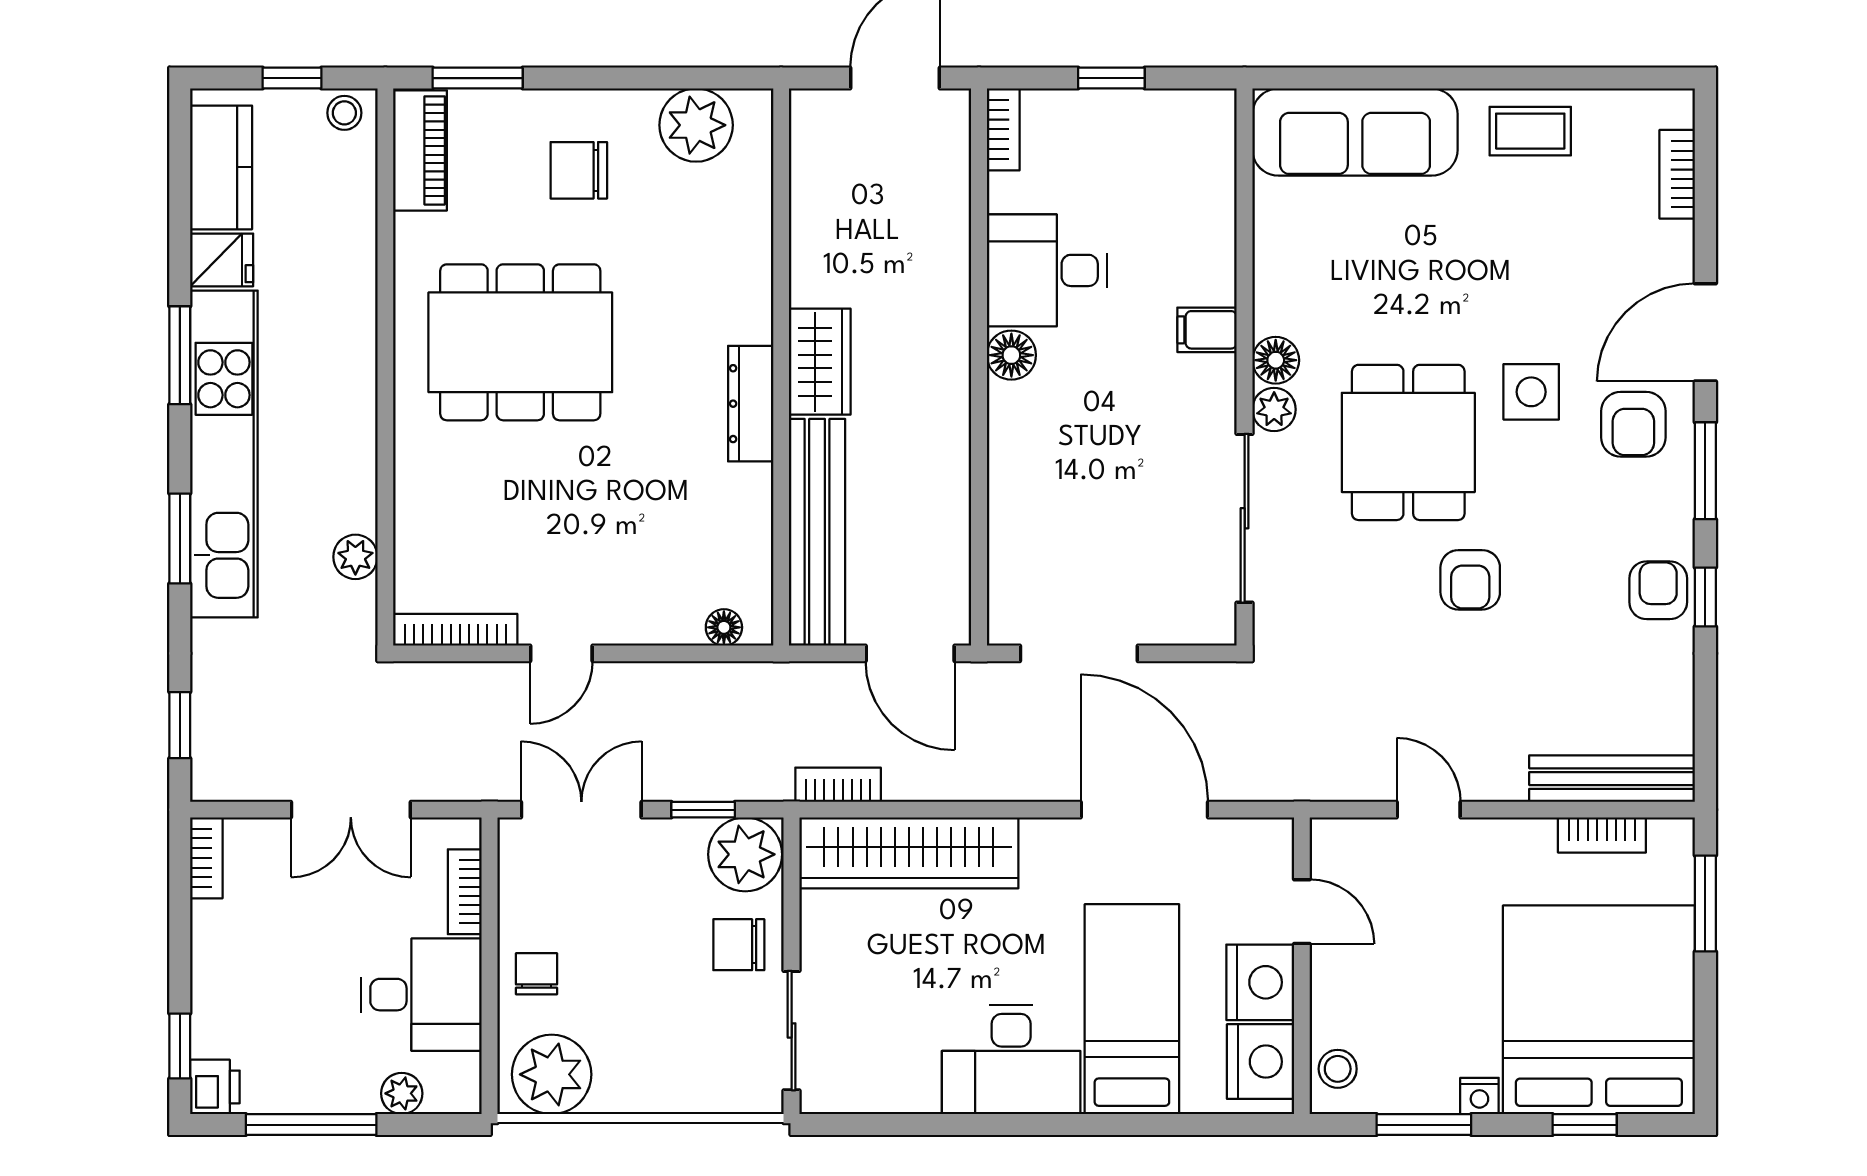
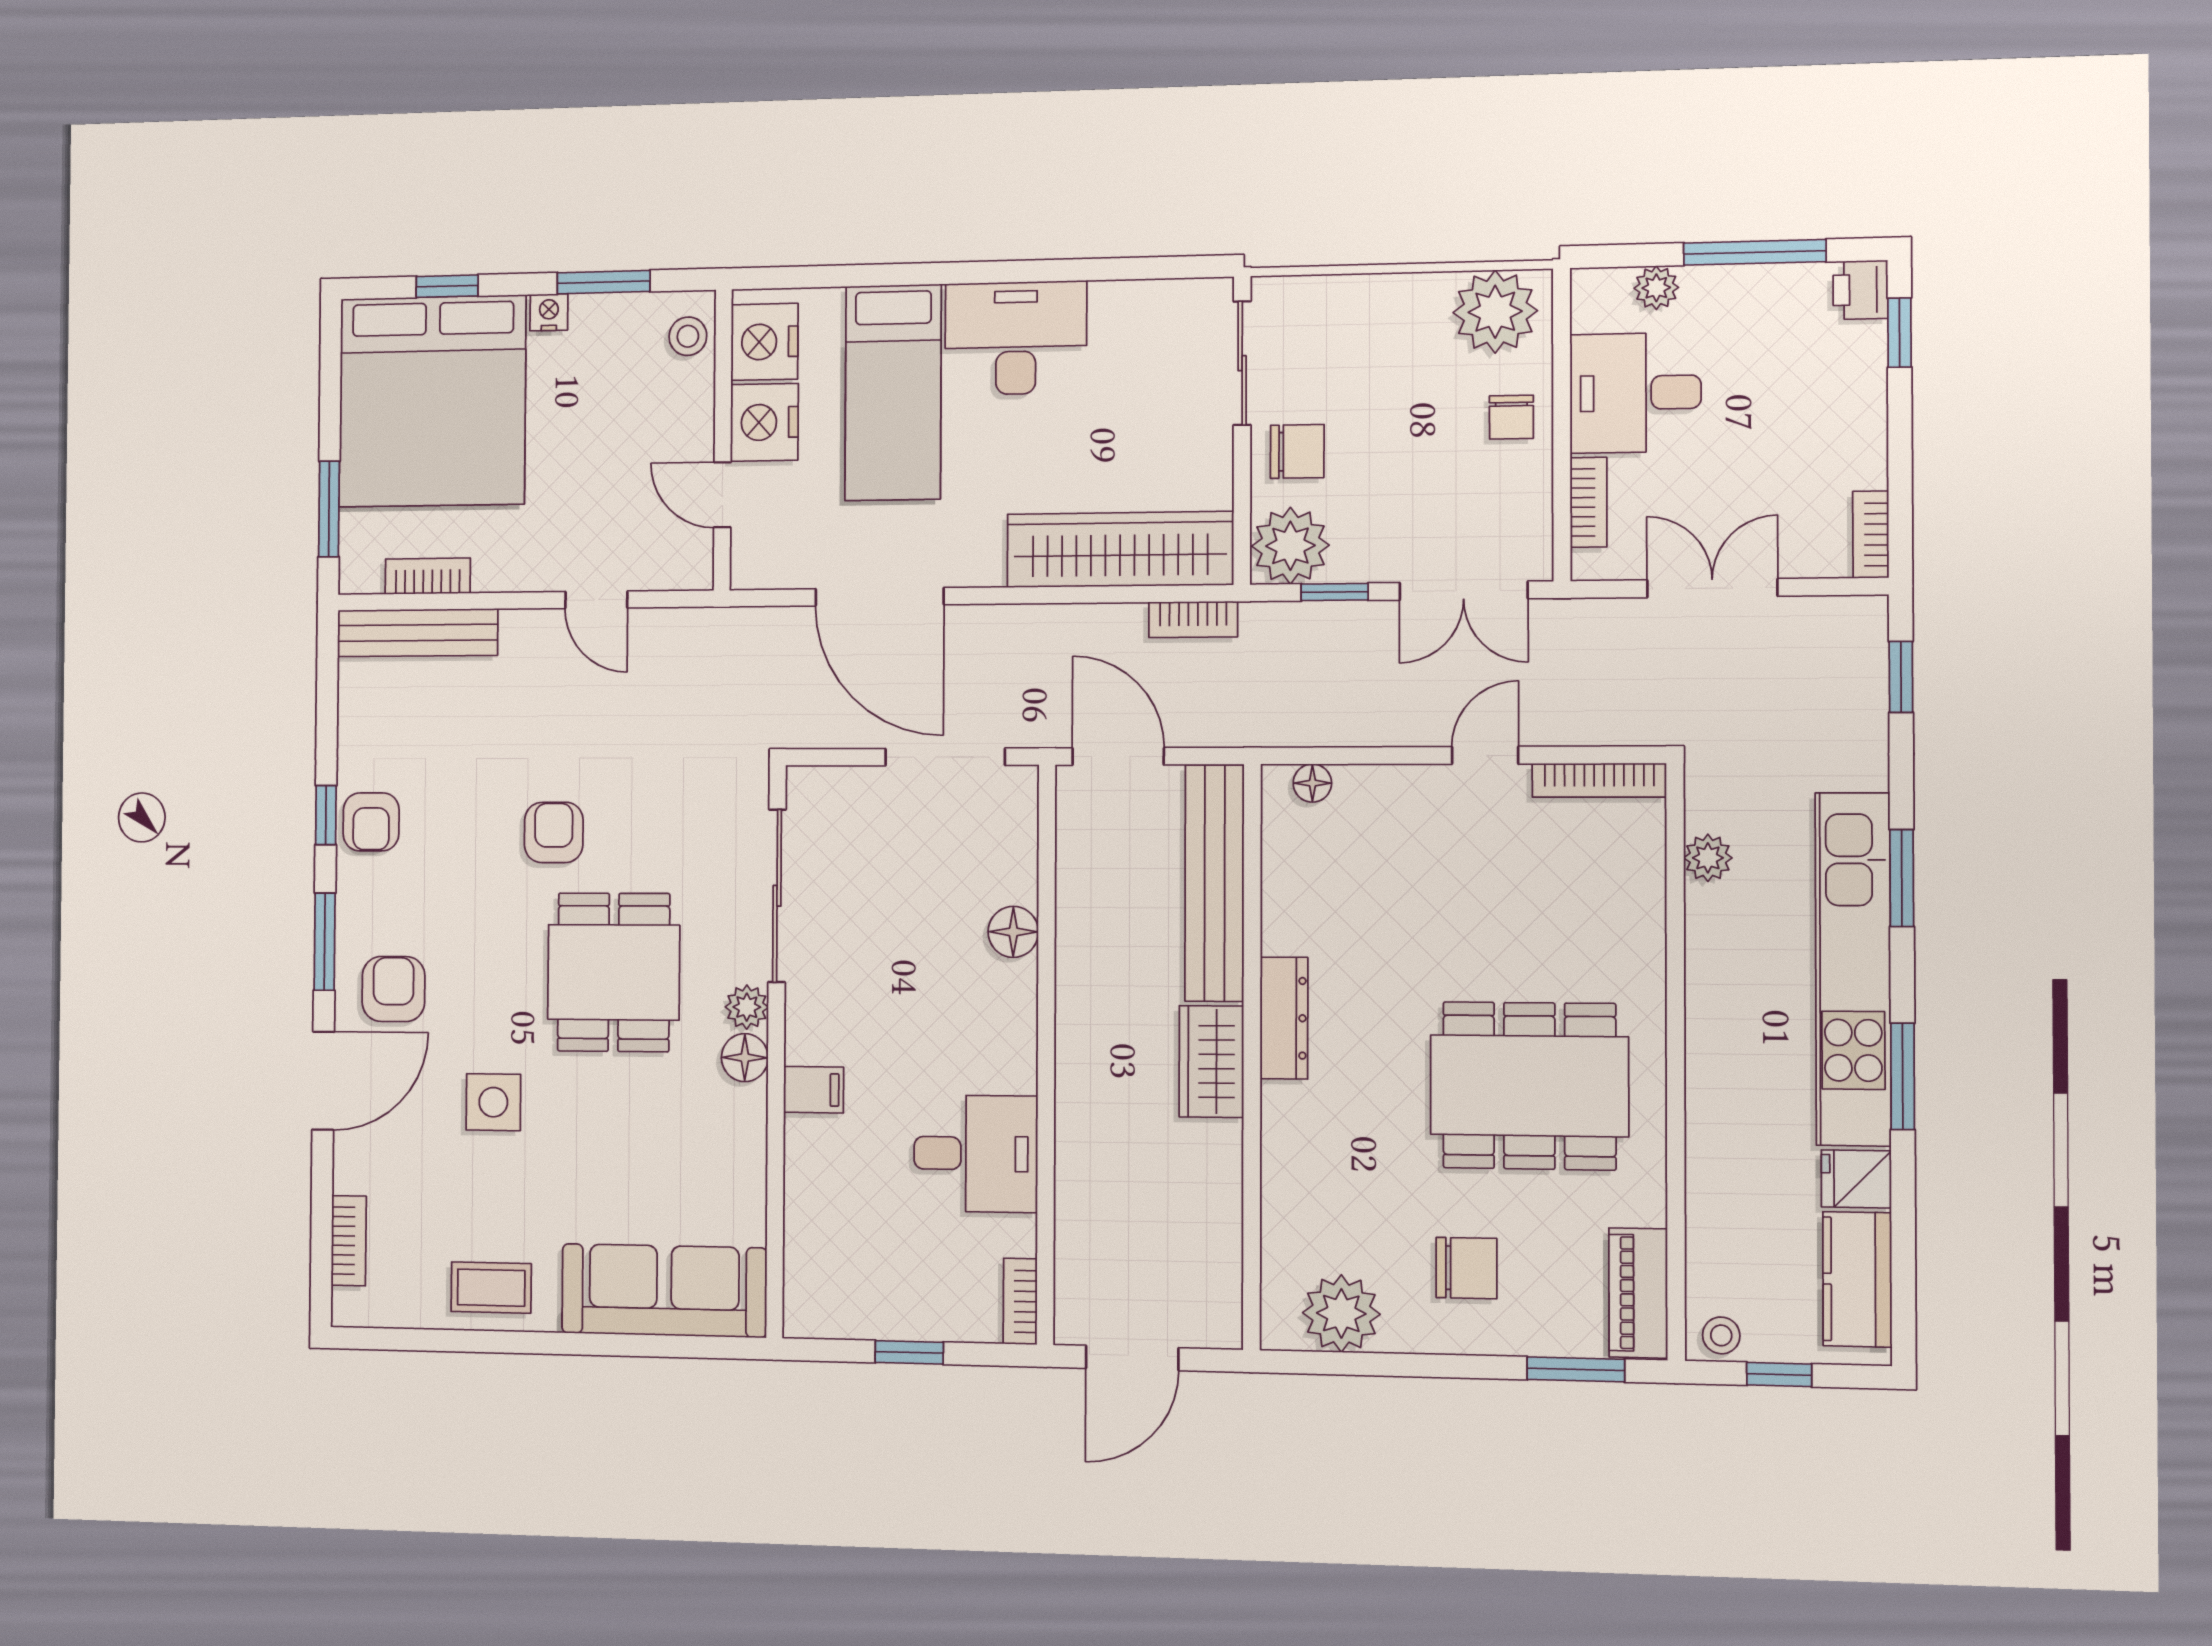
floor lamp: (1011, 355) -> (1013, 932), moved
side table: (1531, 392) -> (493, 1102), moved

